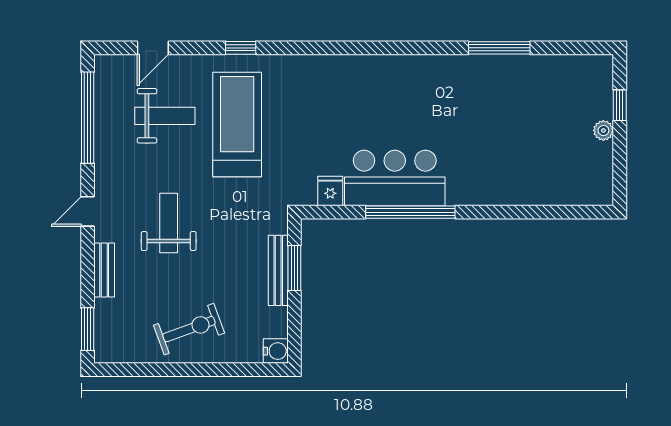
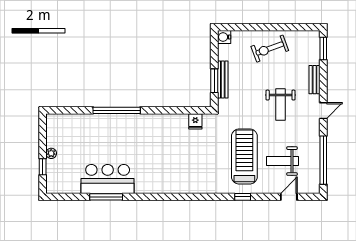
treadmill: (237, 125) -> (244, 156), turned 180
bar counter: (395, 178) -> (108, 179), moved, turned 180
window: (410, 212) -> (117, 110), moved

